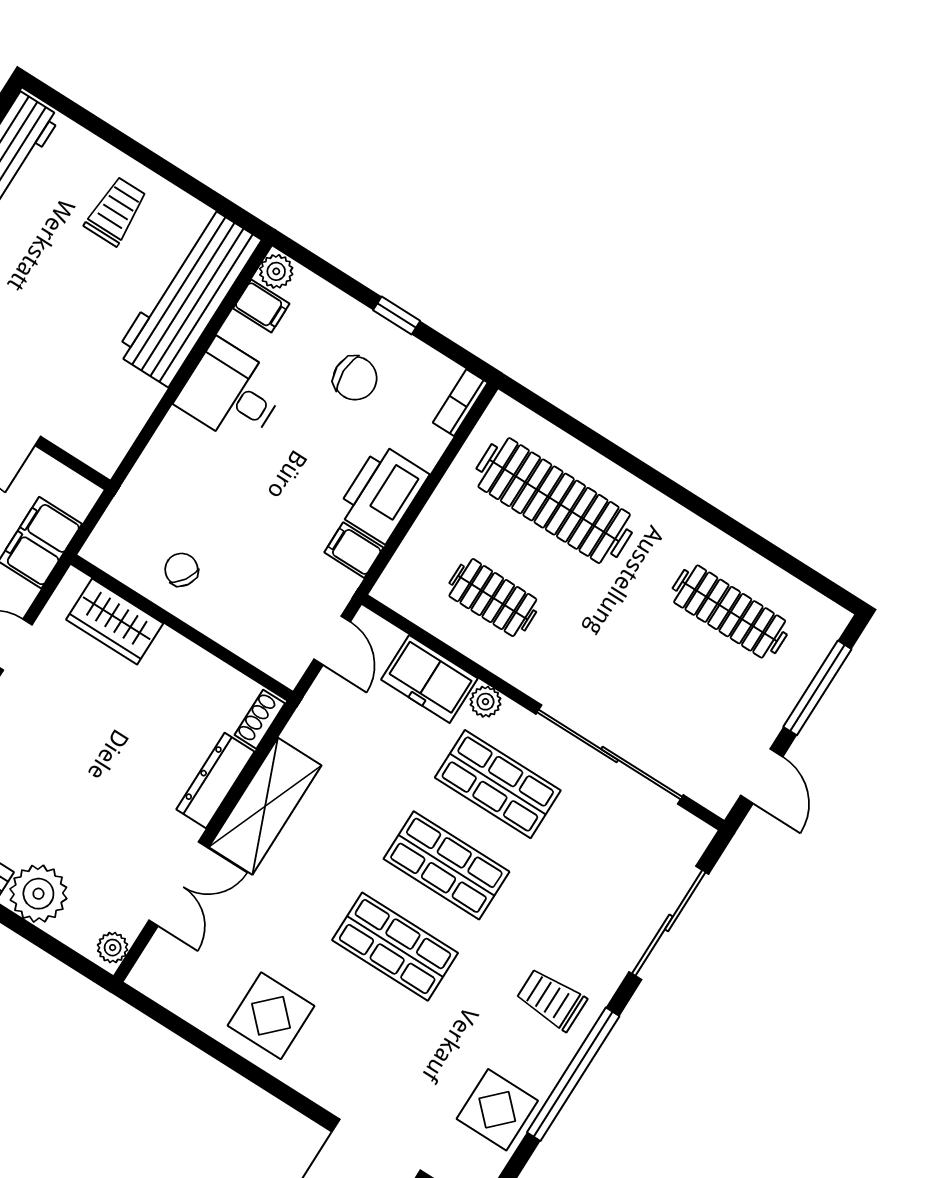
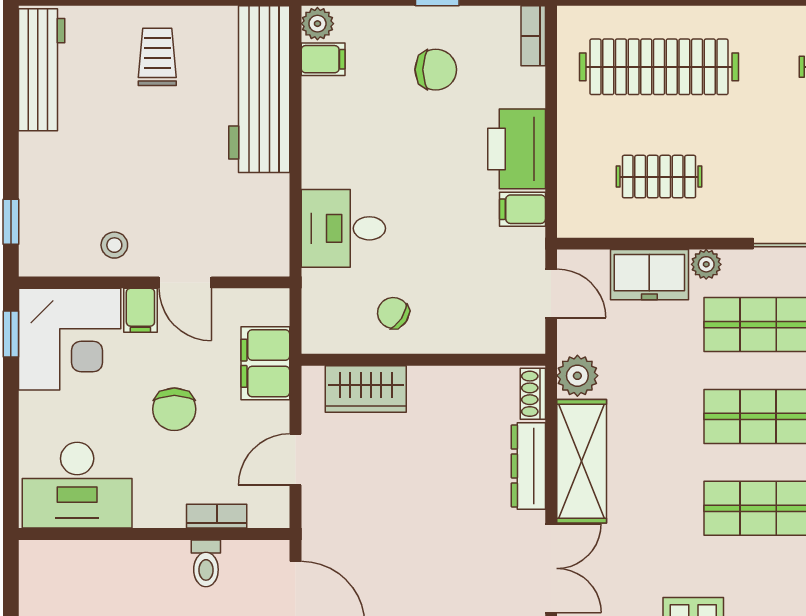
desk: (231, 393) -> (343, 228), moved
plant: (309, 728) -> (577, 376), added

